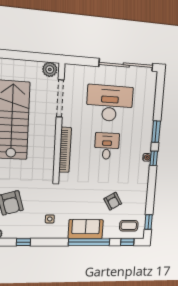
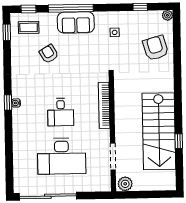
doorway: (60, 98) -> (113, 157), width x0.73
window: (156, 132) -> (9, 131), removed

